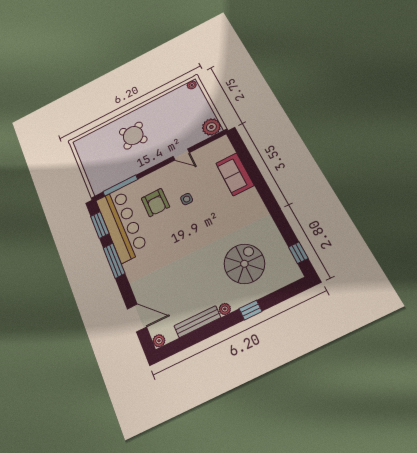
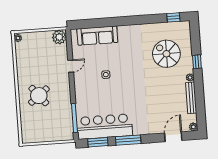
sofa: (235, 174) -> (97, 36), width x1.36
armchair: (155, 203) -> (99, 97), removed

